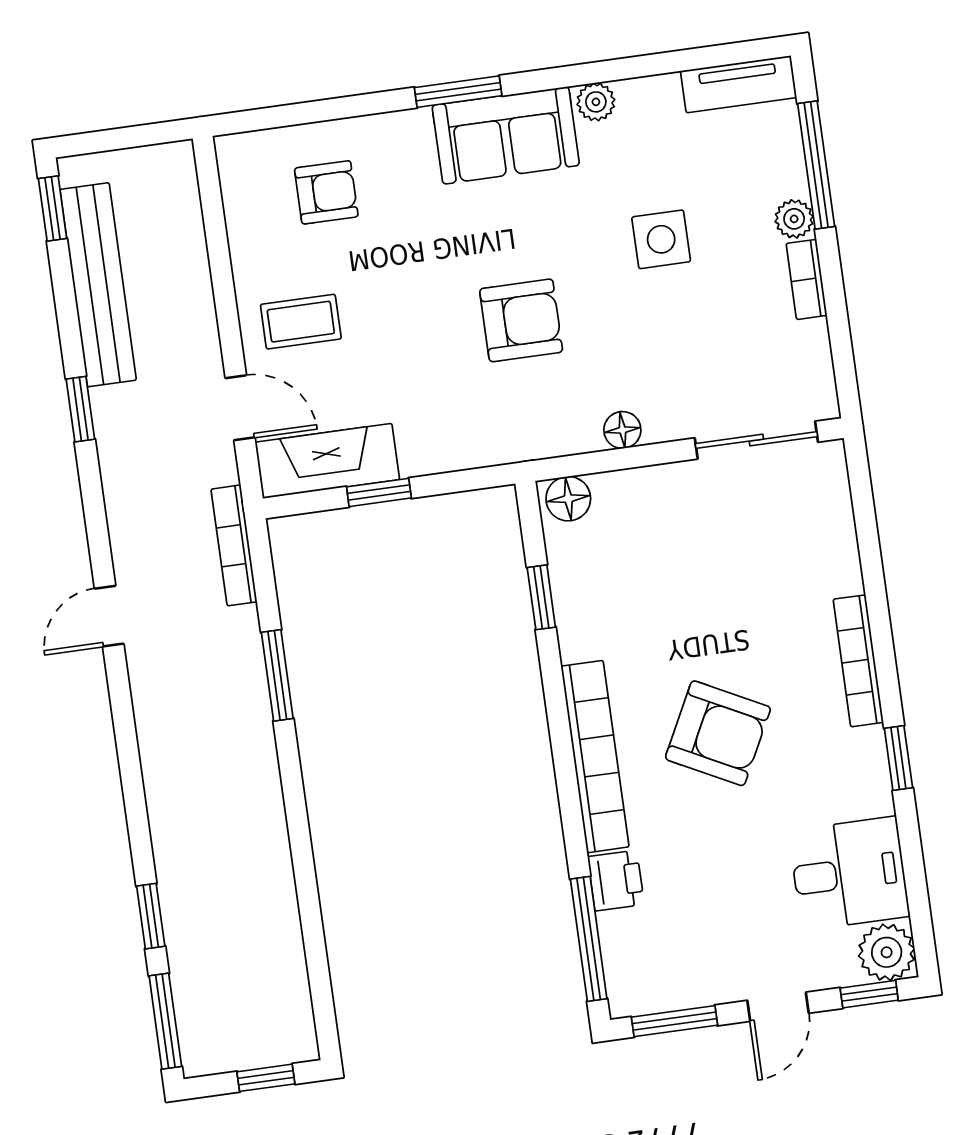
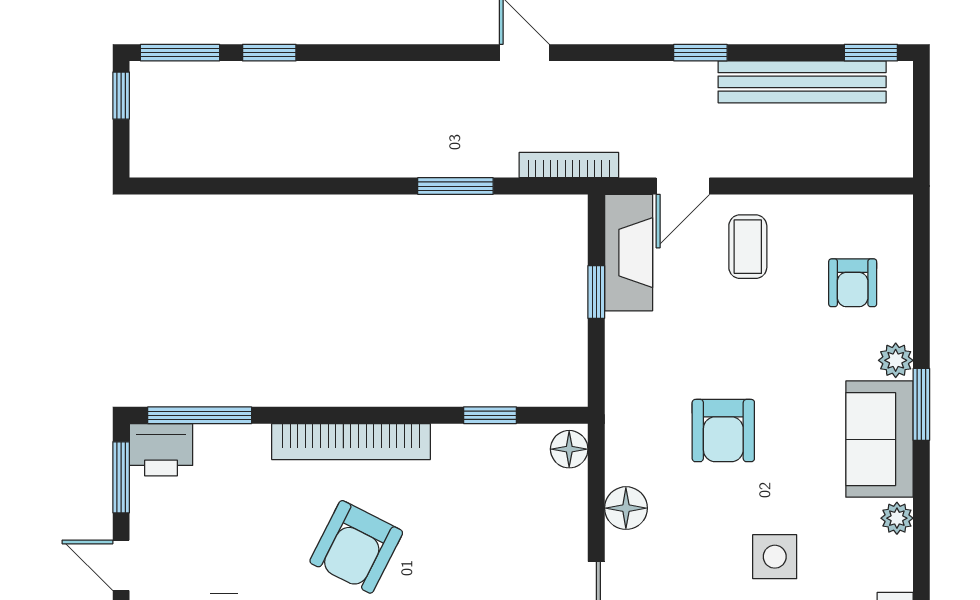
plant: (410, 129) -> (896, 360), added
floor lamp: (622, 430) -> (626, 508), width x1.37, depth x1.37
printer: (616, 881) -> (161, 450), moved, width x1.36, depth x1.24
window: (266, 1078) -> (121, 96), moved

